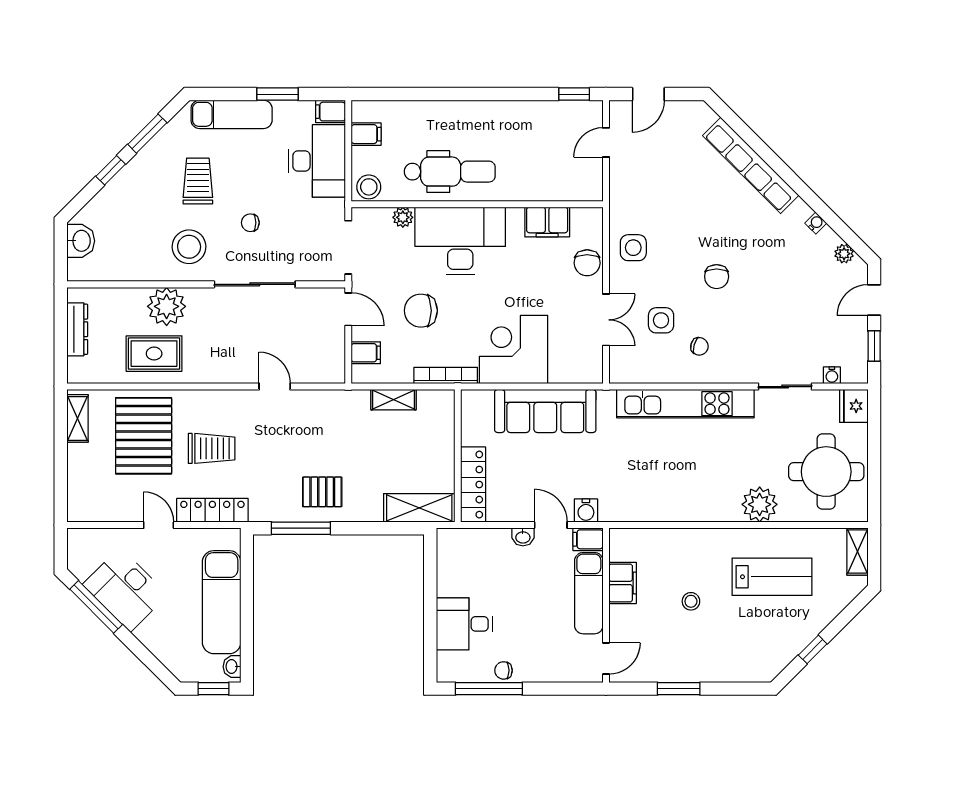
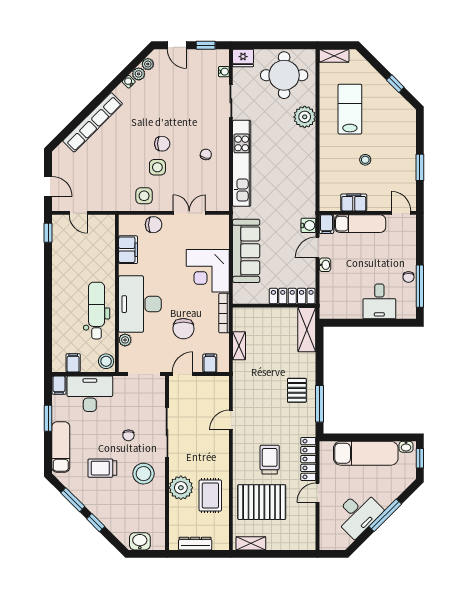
plant: (828, 239) -> (139, 74), added
side table: (661, 320) -> (157, 167), moved
window: (96, 607) -> (385, 515), moved

